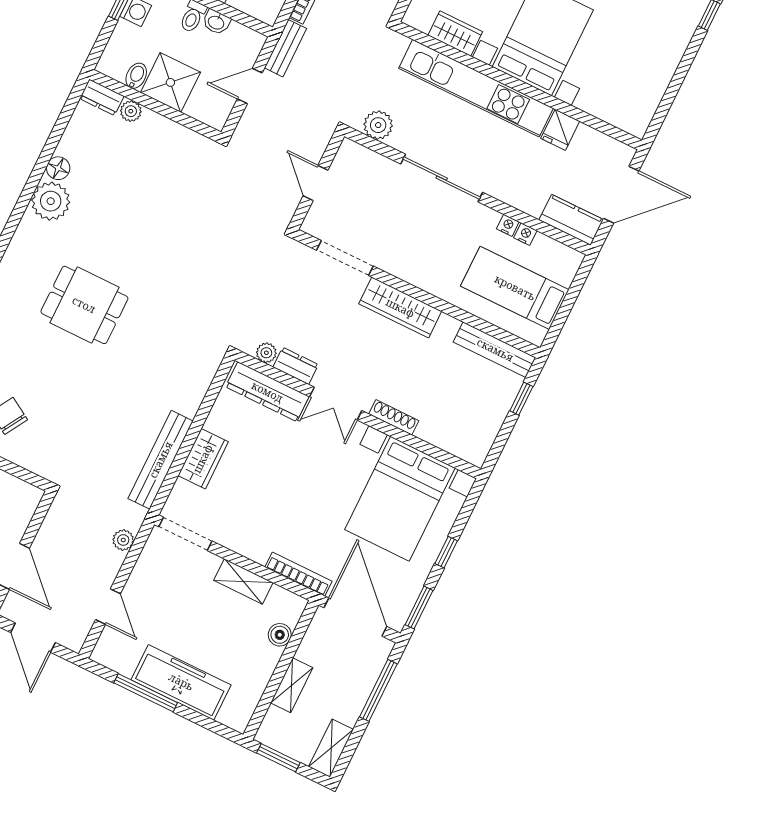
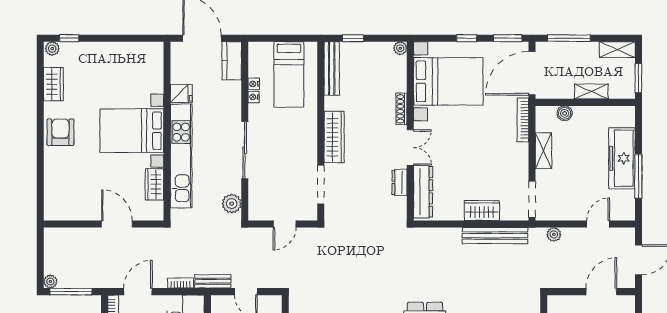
plant: (266, 353) -> (400, 48), moved

